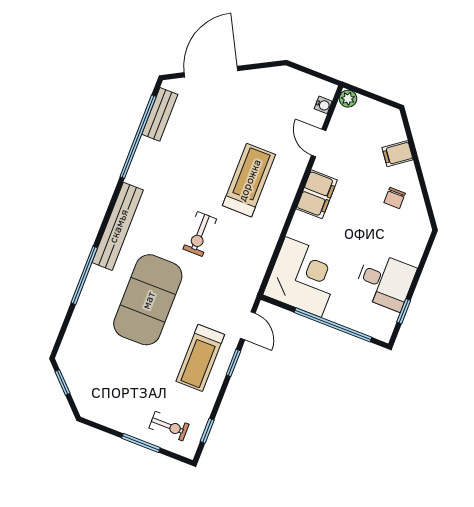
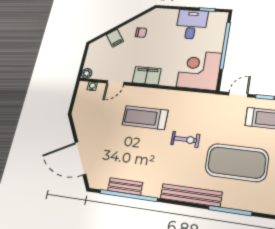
bench: (160, 114) -> (125, 186), moved

